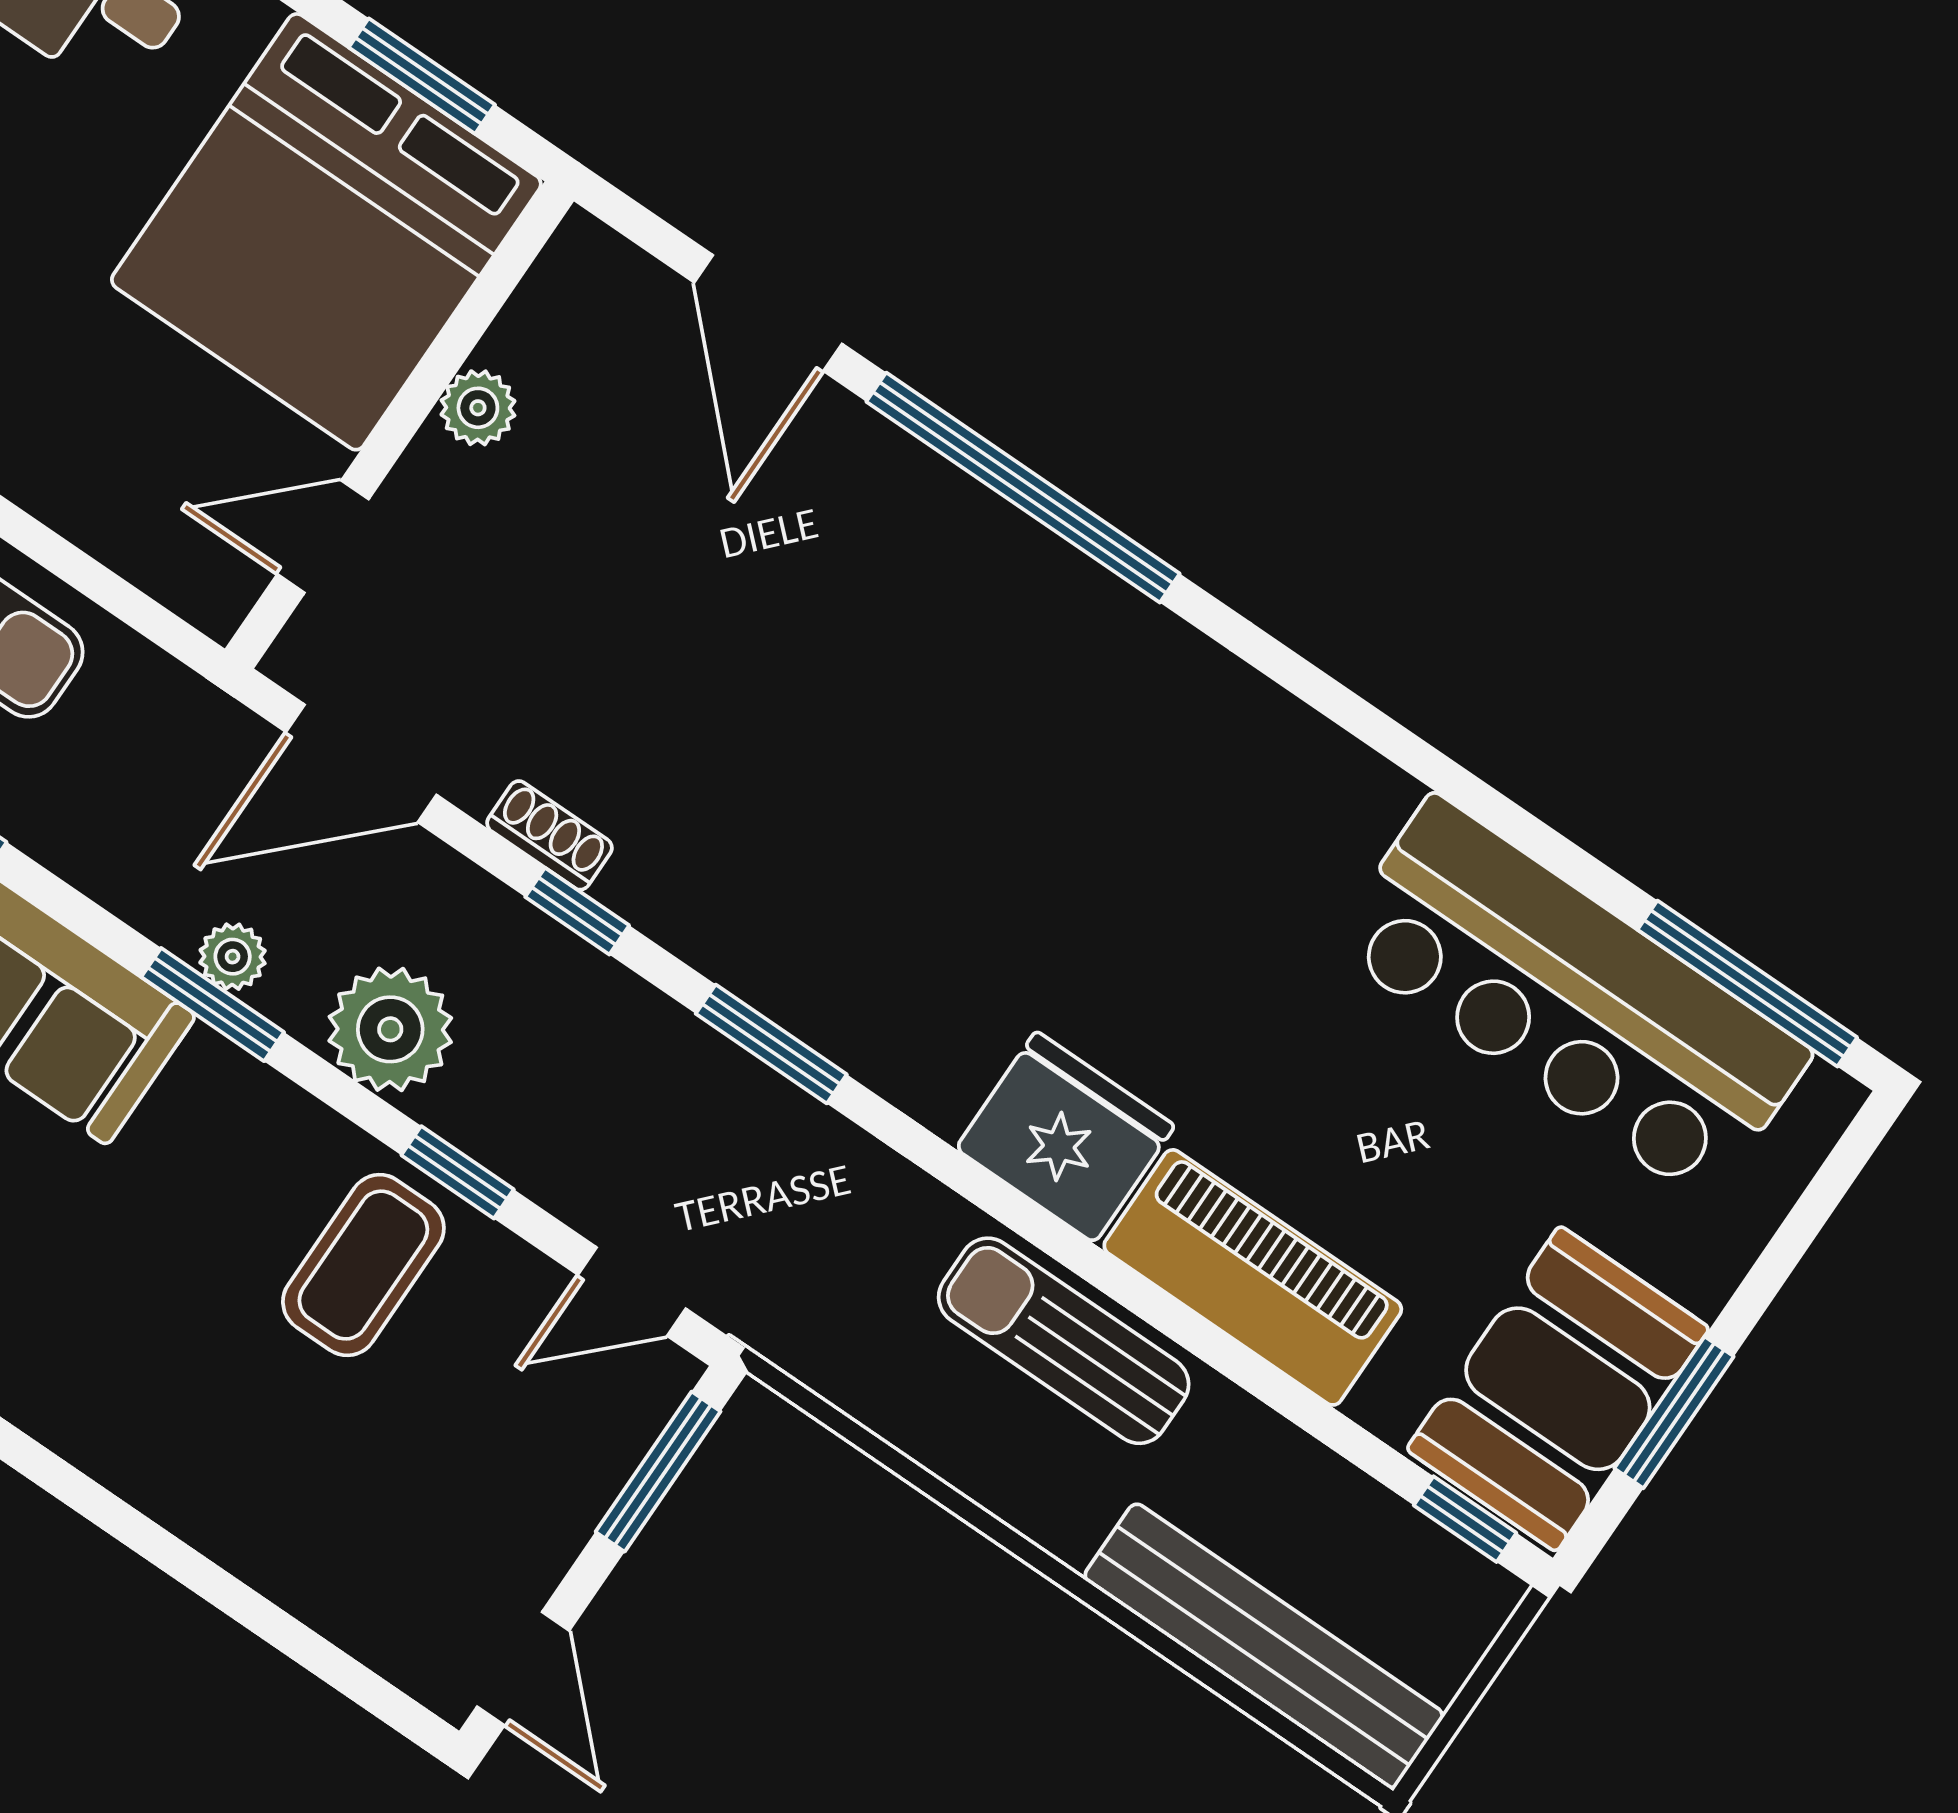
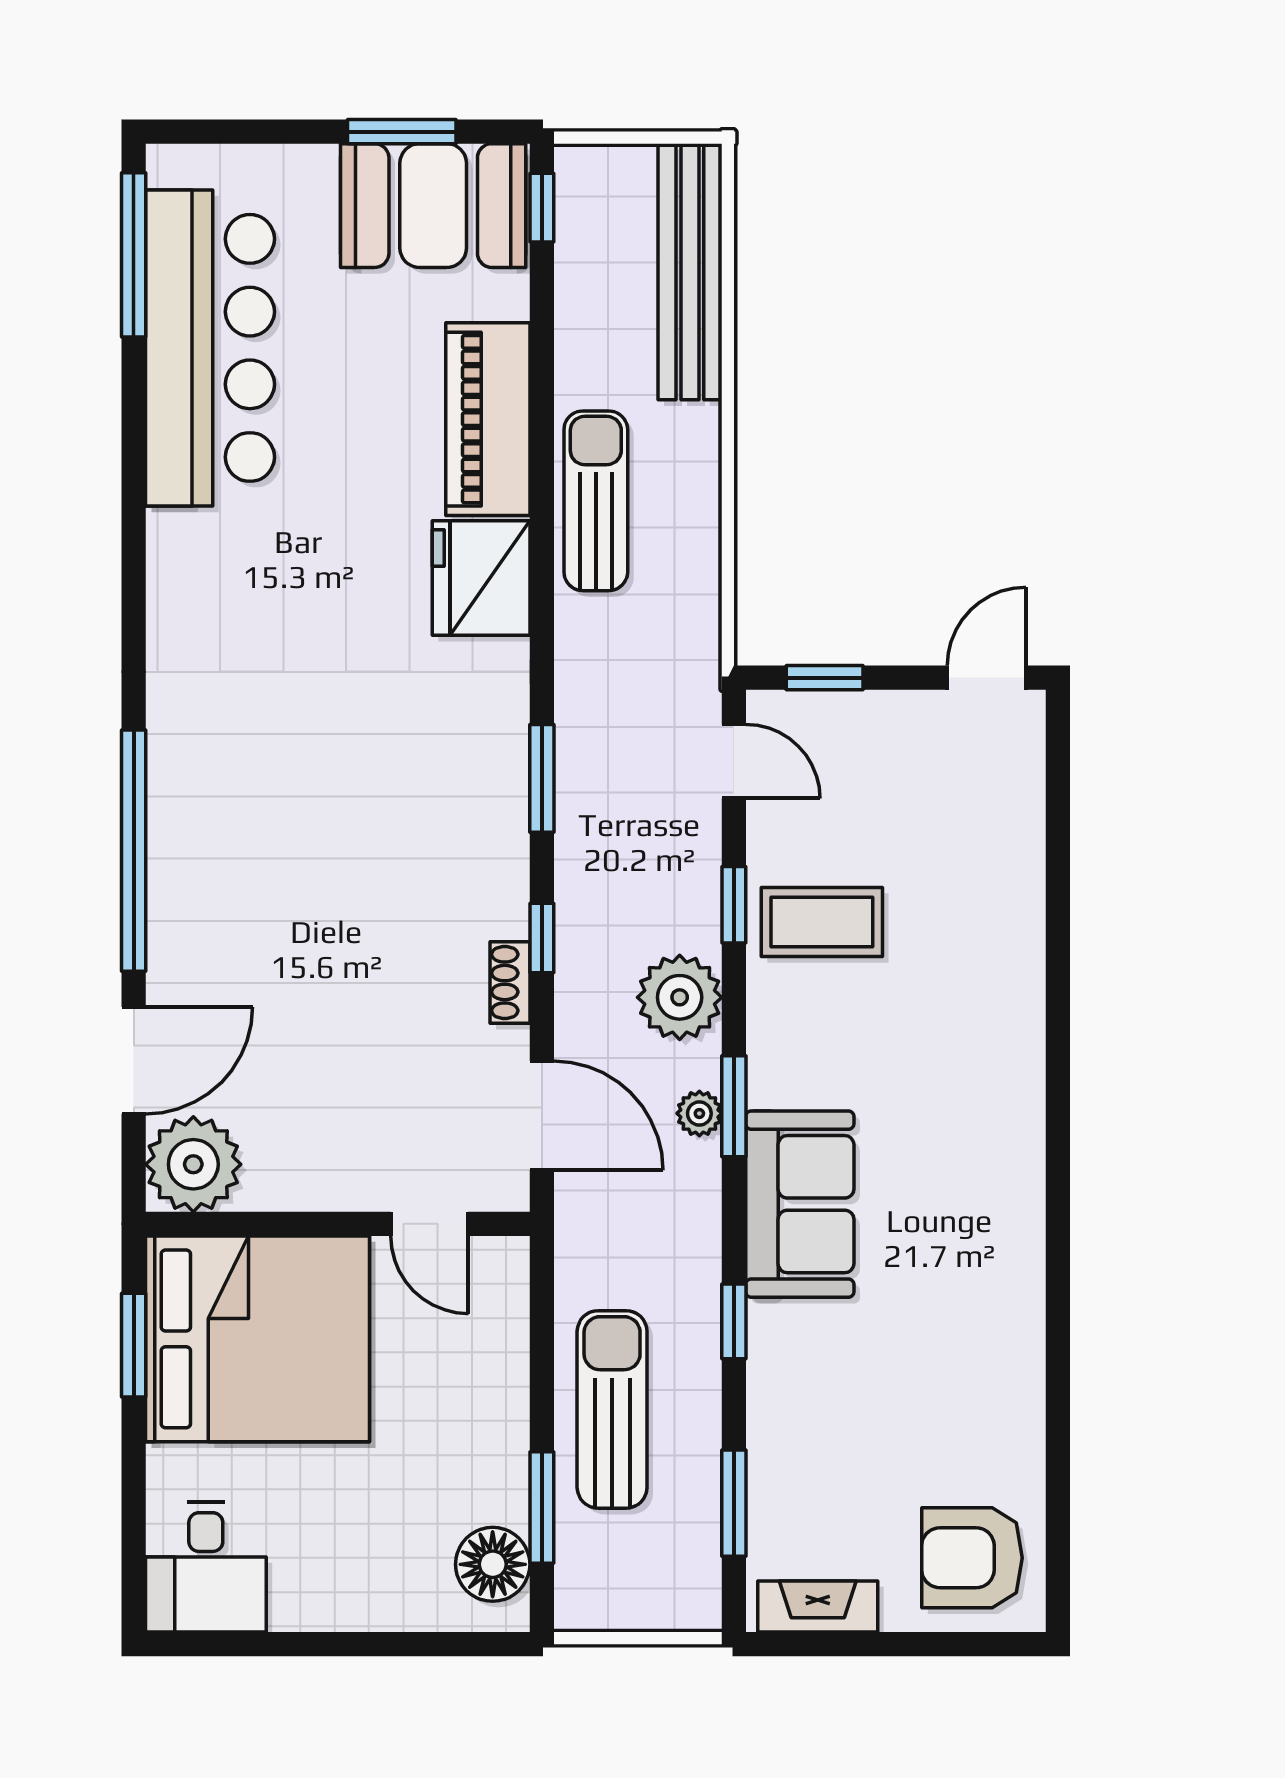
plant: (478, 408) -> (193, 1164), moved, width x1.88, depth x1.88
sun lounger: (1064, 1341) -> (596, 501), turned 180
window: (658, 1472) -> (825, 678), width x0.67

